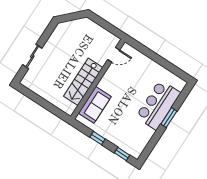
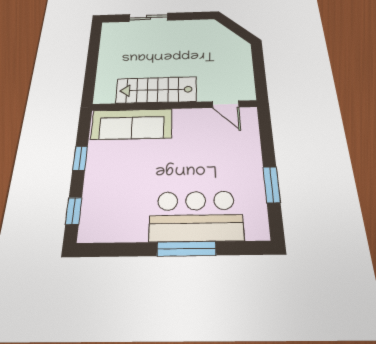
window: (166, 64) -> (272, 185), added
sofa: (95, 105) -> (132, 124), width x1.36
window: (169, 118) -> (186, 249), width x1.44

